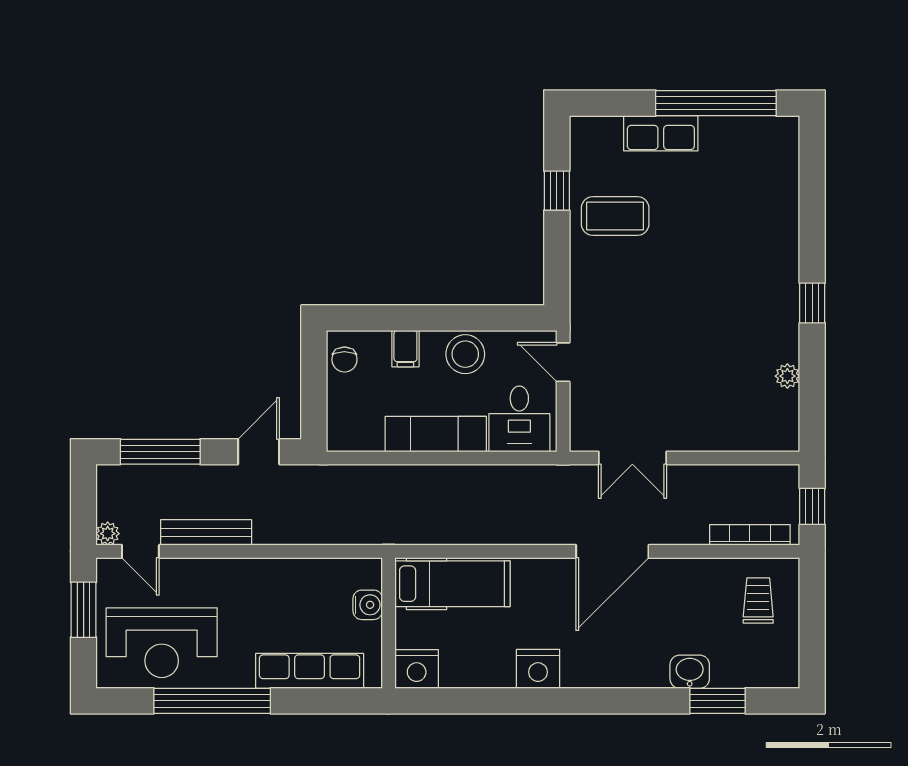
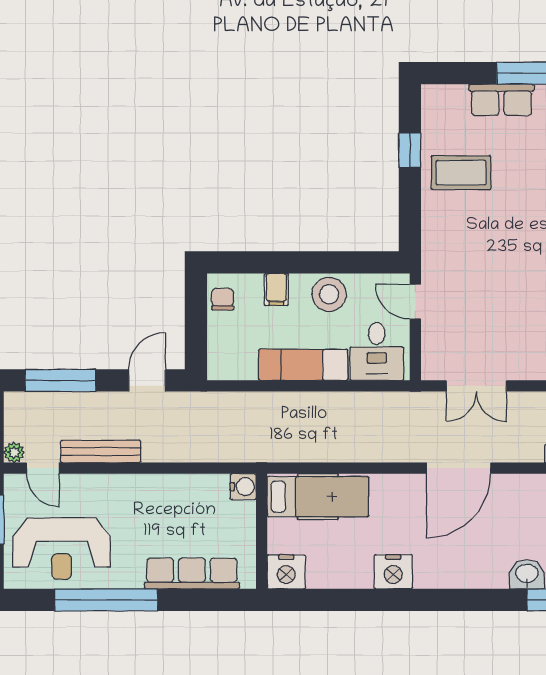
chair: (344, 360) -> (223, 299), turned 180
water cooler: (368, 605) -> (243, 487), moved

